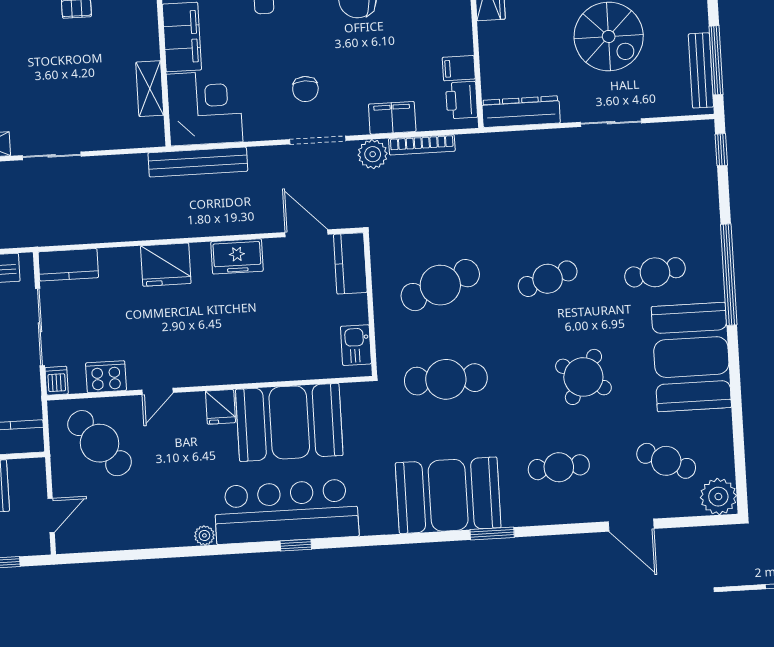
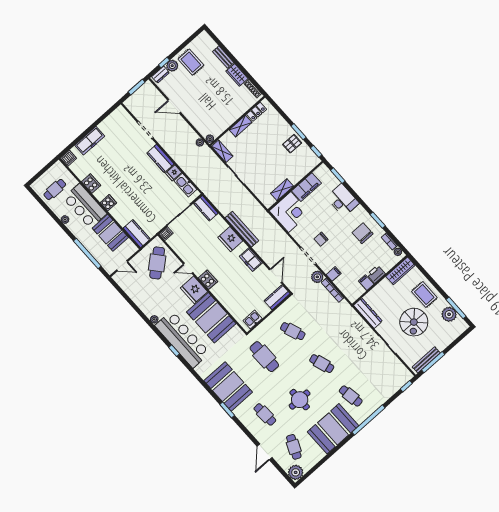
printer: (462, 100) -> (376, 274), moved
filing cabinet: (392, 118) -> (334, 274), width x0.50
bench: (198, 162) -> (242, 229), moved
cafe table: (440, 285) -> (293, 331), width x0.73, depth x0.74
cooker: (106, 377) -> (208, 280), moved
round table: (583, 377) -> (300, 400), turned -31
fridge: (220, 407) -> (194, 290), width x1.88, depth x1.34

